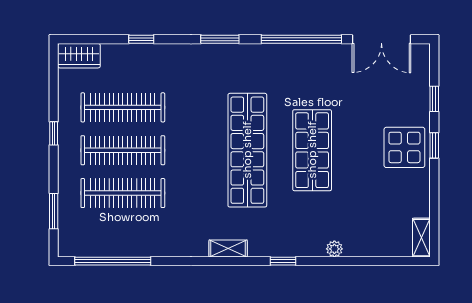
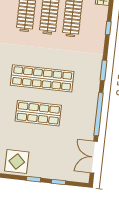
display table: (404, 147) -> (17, 161), moved

